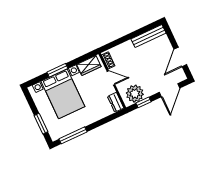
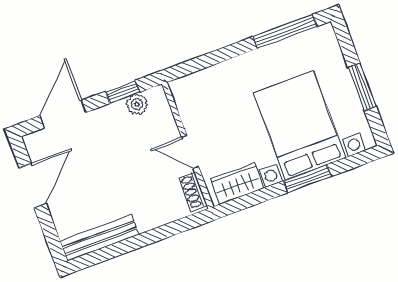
plant: (135, 94) -> (137, 104), width x0.53, depth x0.53
dresser: (116, 102) -> (184, 97), removed
window: (41, 124) -> (362, 87), moved

